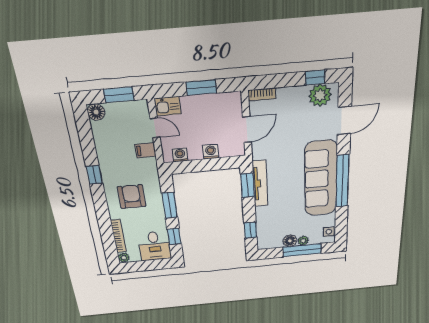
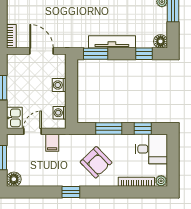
tv unit: (260, 183) -> (112, 42), moved
armchair: (132, 197) -> (96, 162), turned -134
floor lamp: (290, 241) -> (161, 41), moved

